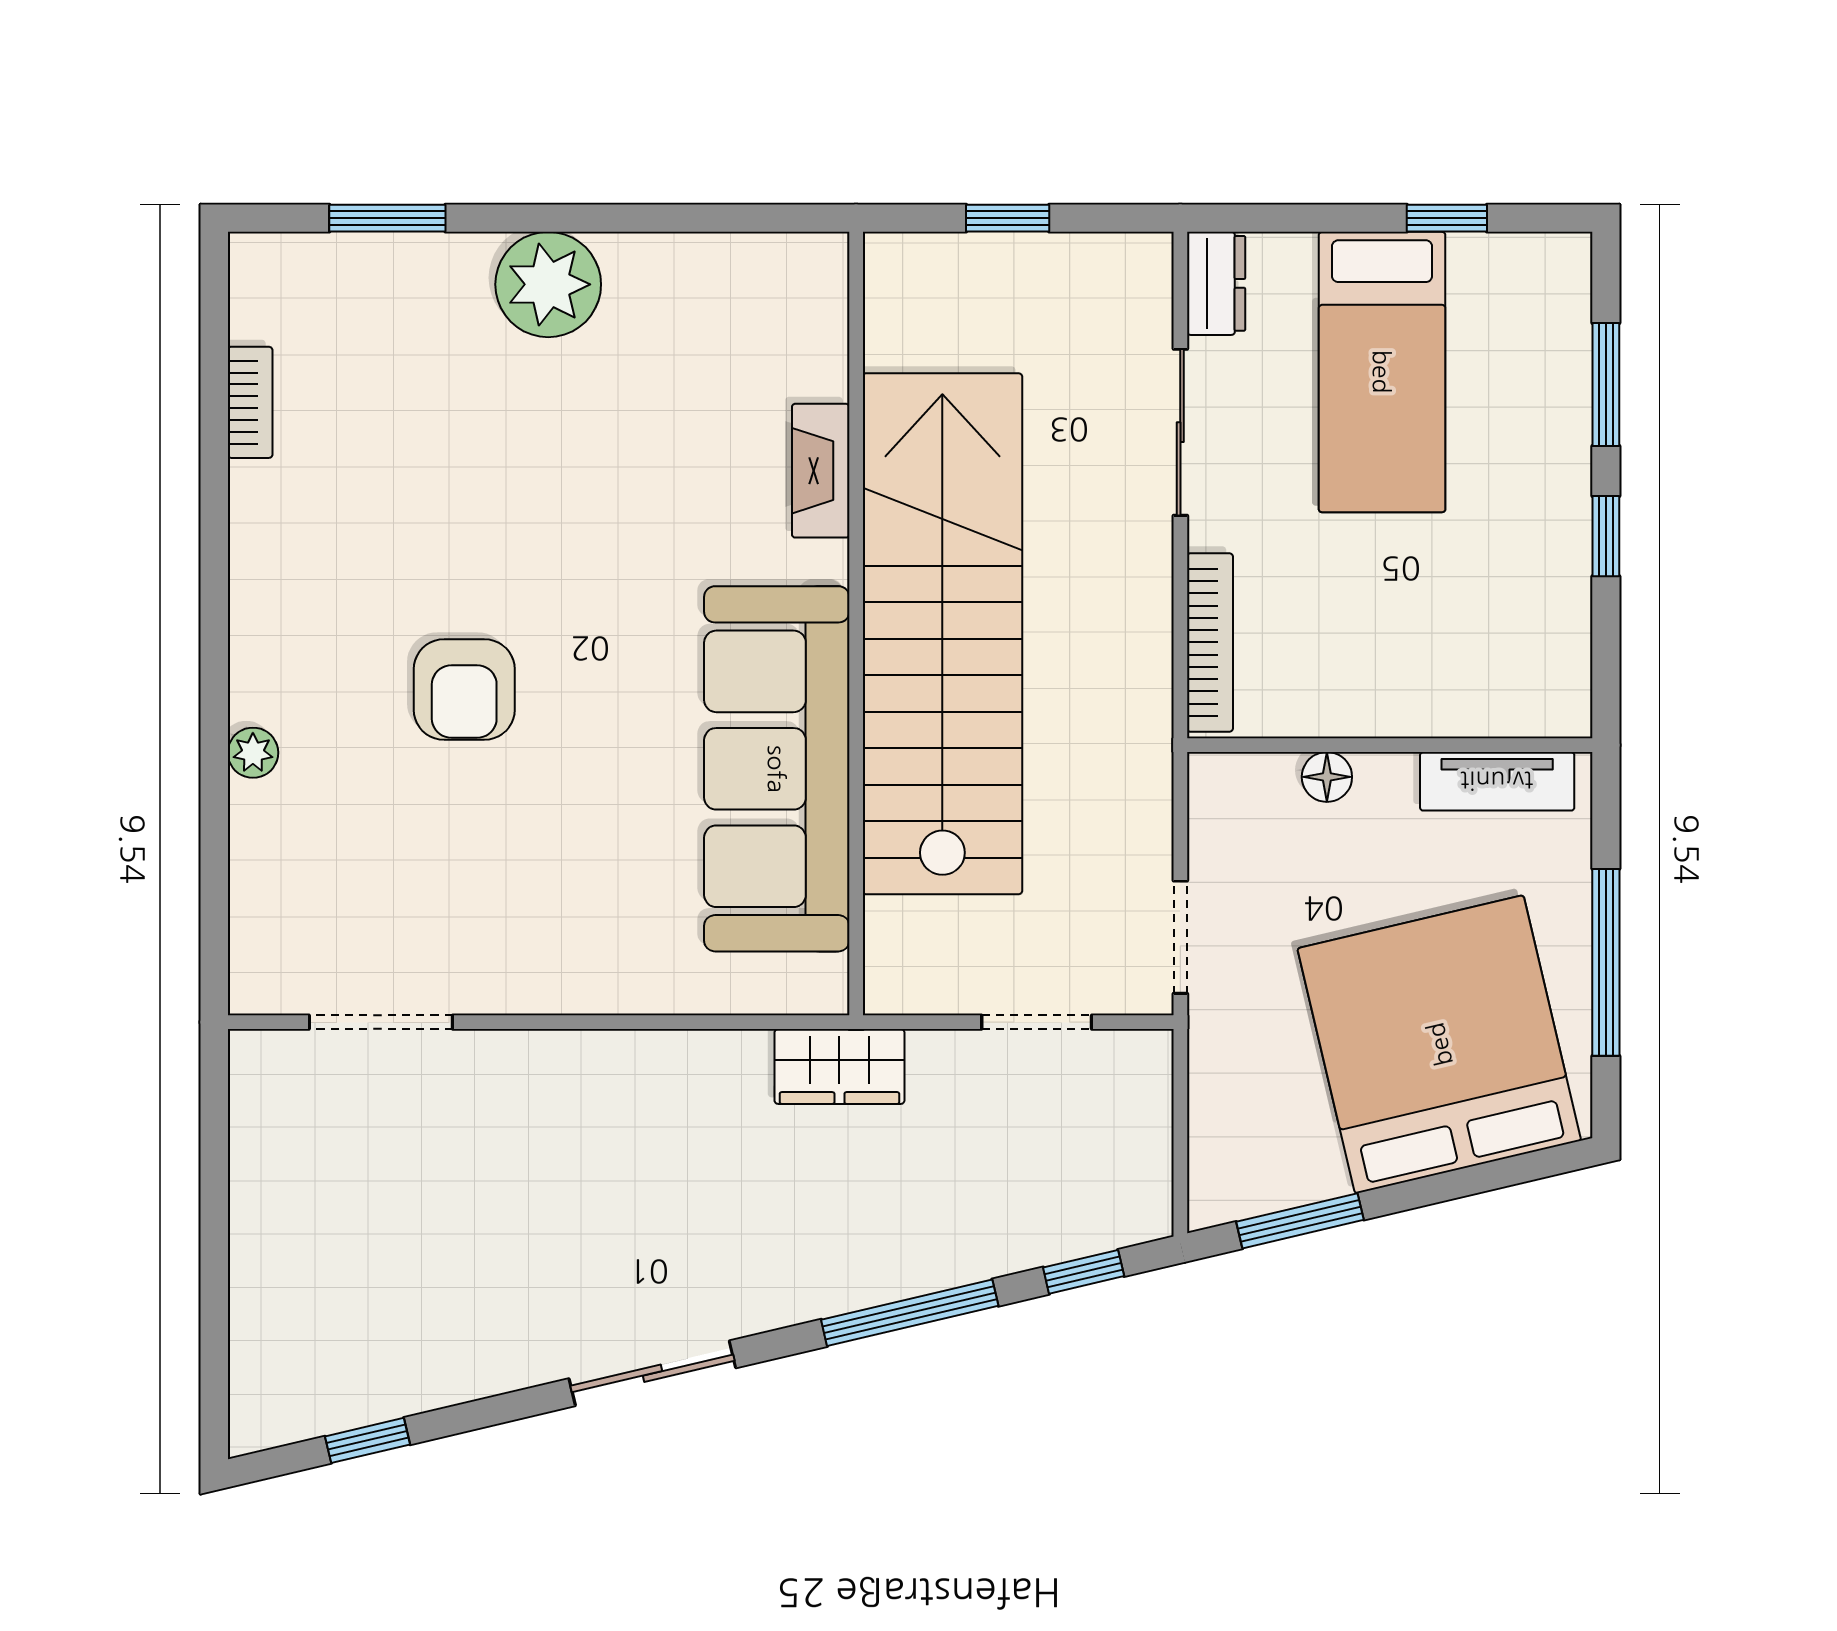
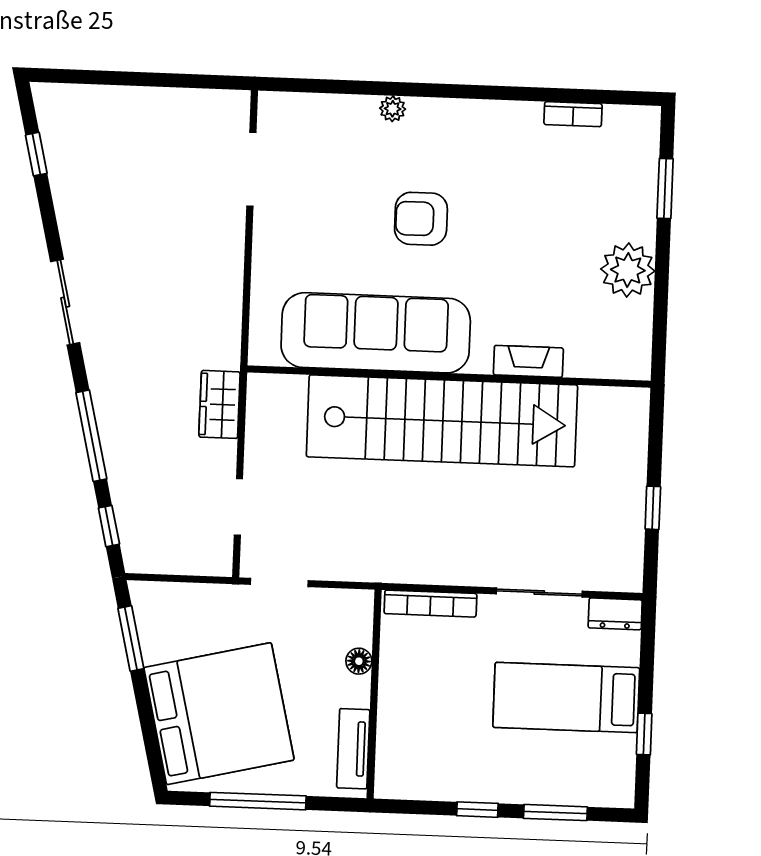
fireplace: (821, 471) -> (528, 361), moved
wall: (856, 624) -> (449, 377), moved
stairs: (942, 634) -> (442, 421), moved
sofa: (777, 769) -> (376, 333), moved

